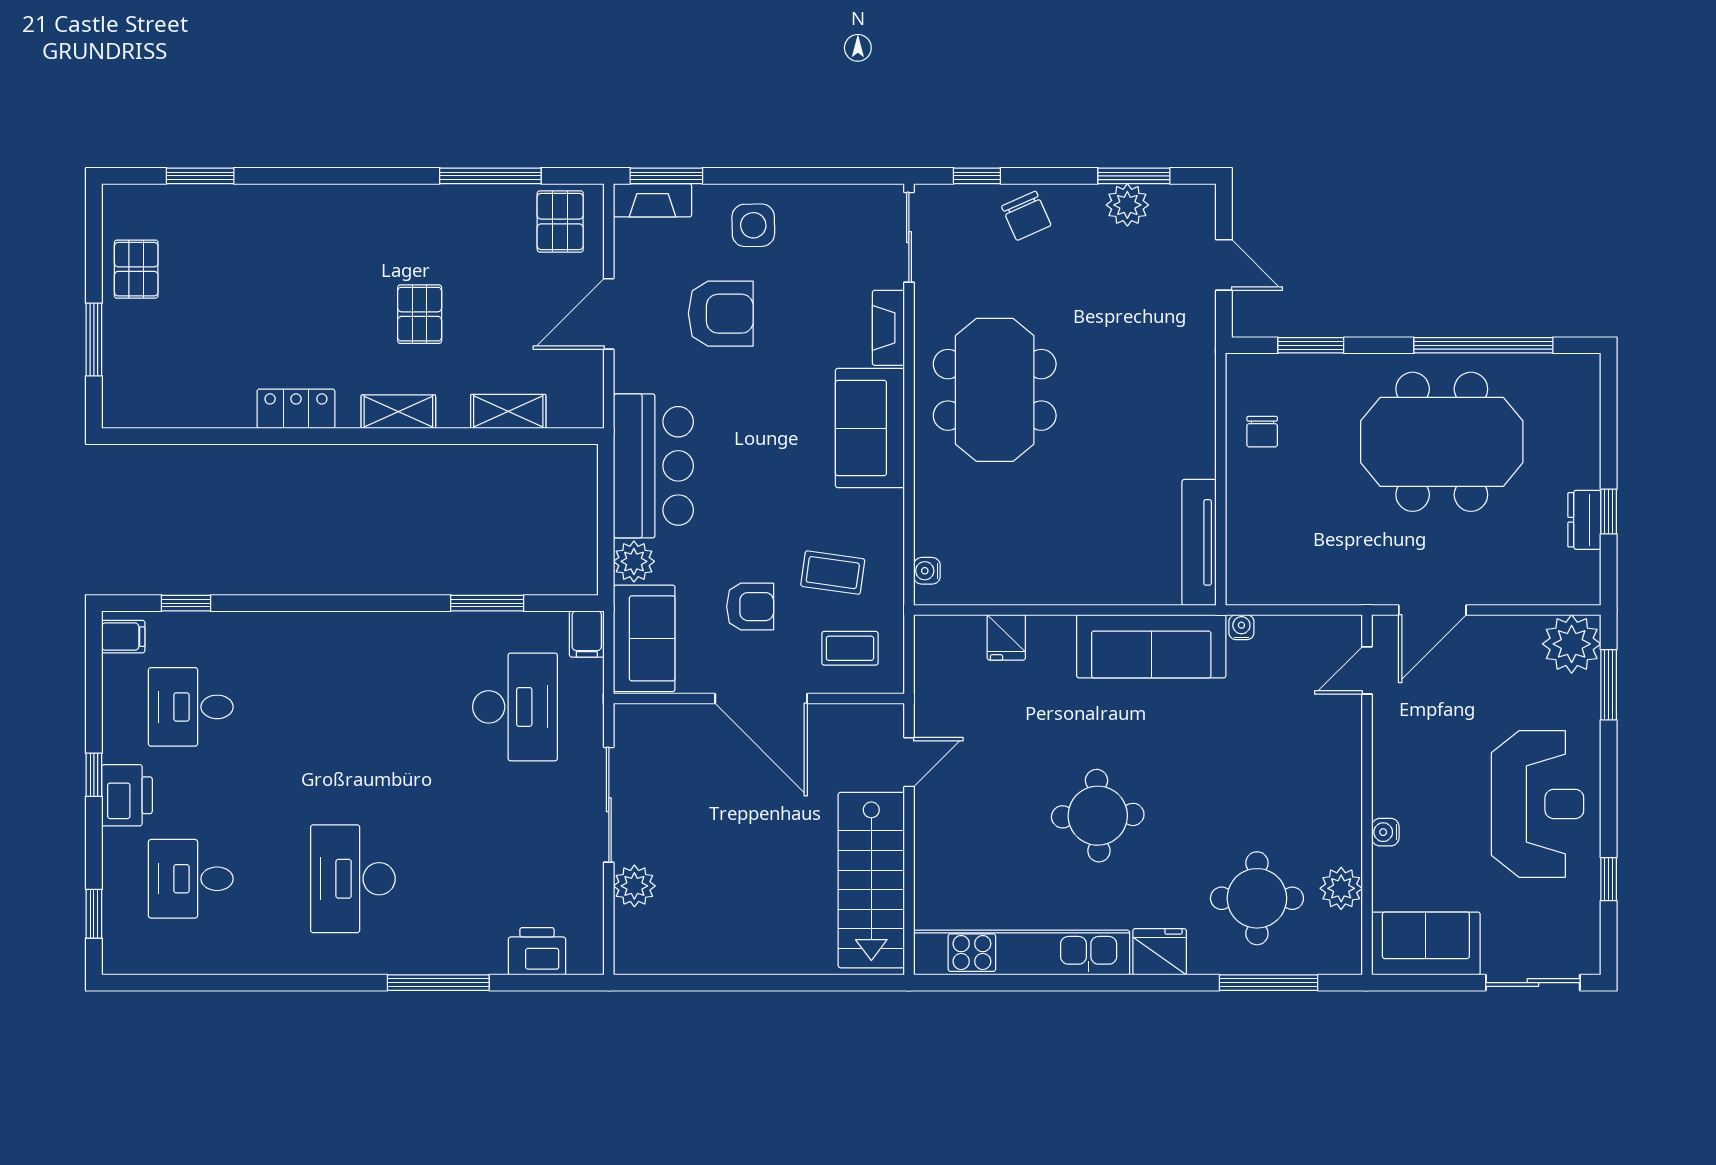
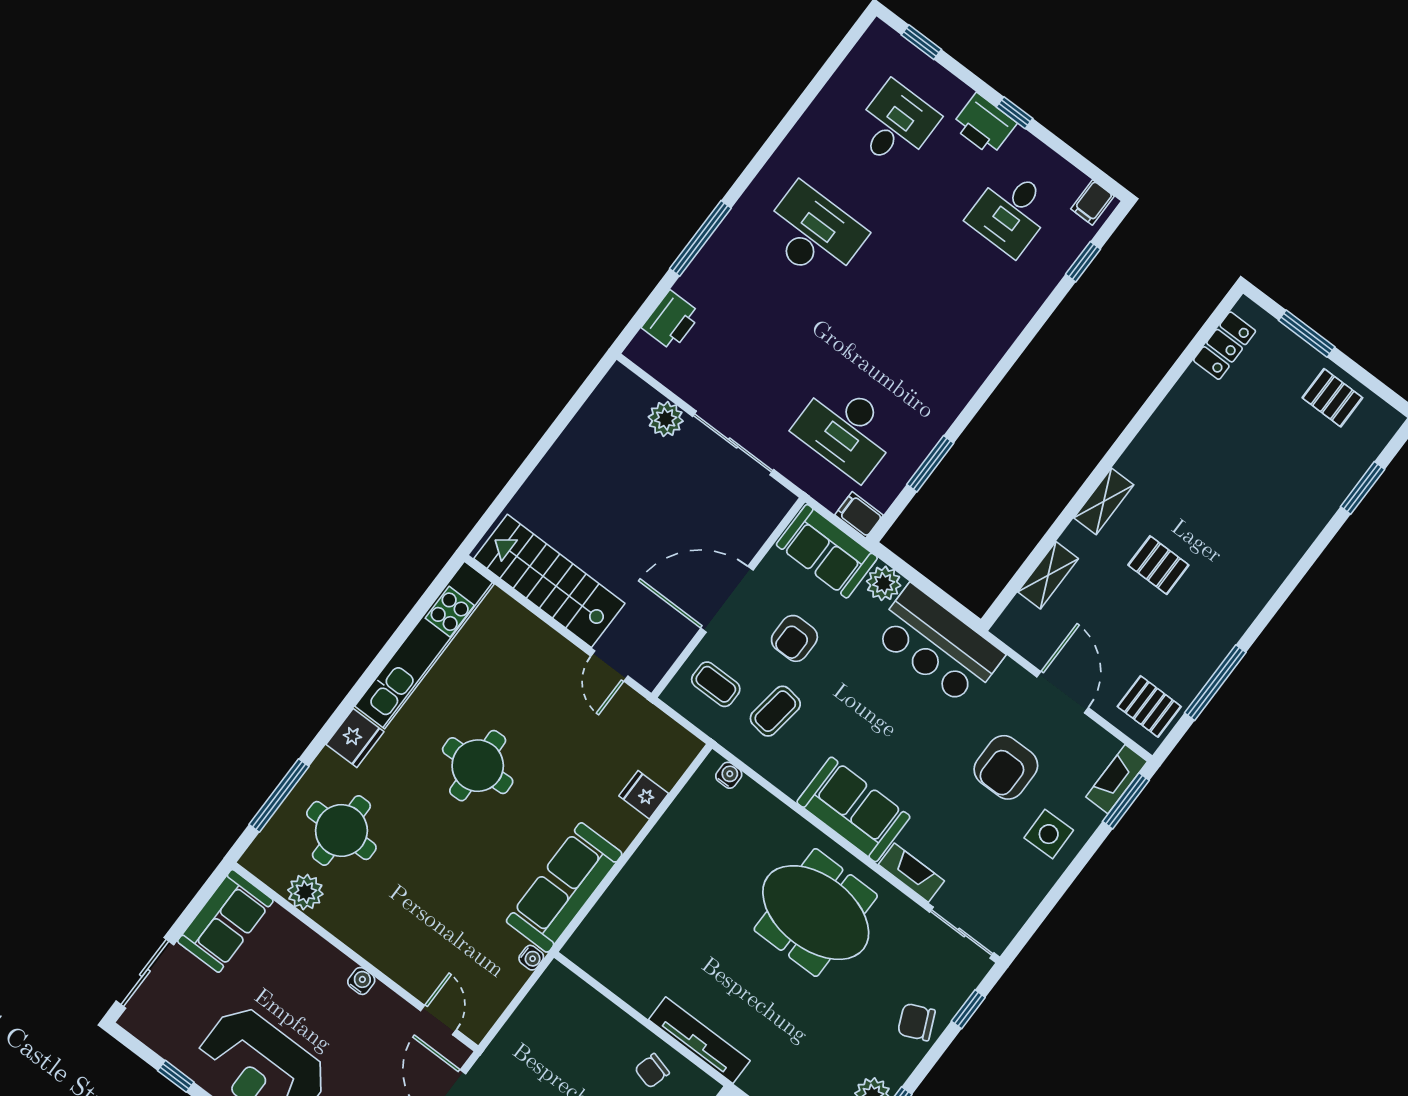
locker: (296, 409) -> (1225, 346), moved
chair: (1262, 432) -> (652, 1071), turned -75
tv unit: (1199, 542) -> (699, 1040), moved
coffee table: (850, 648) -> (716, 684), turned 90
desk: (191, 707) -> (1011, 212), turned 180
water cooler: (1385, 832) -> (361, 981), moved

